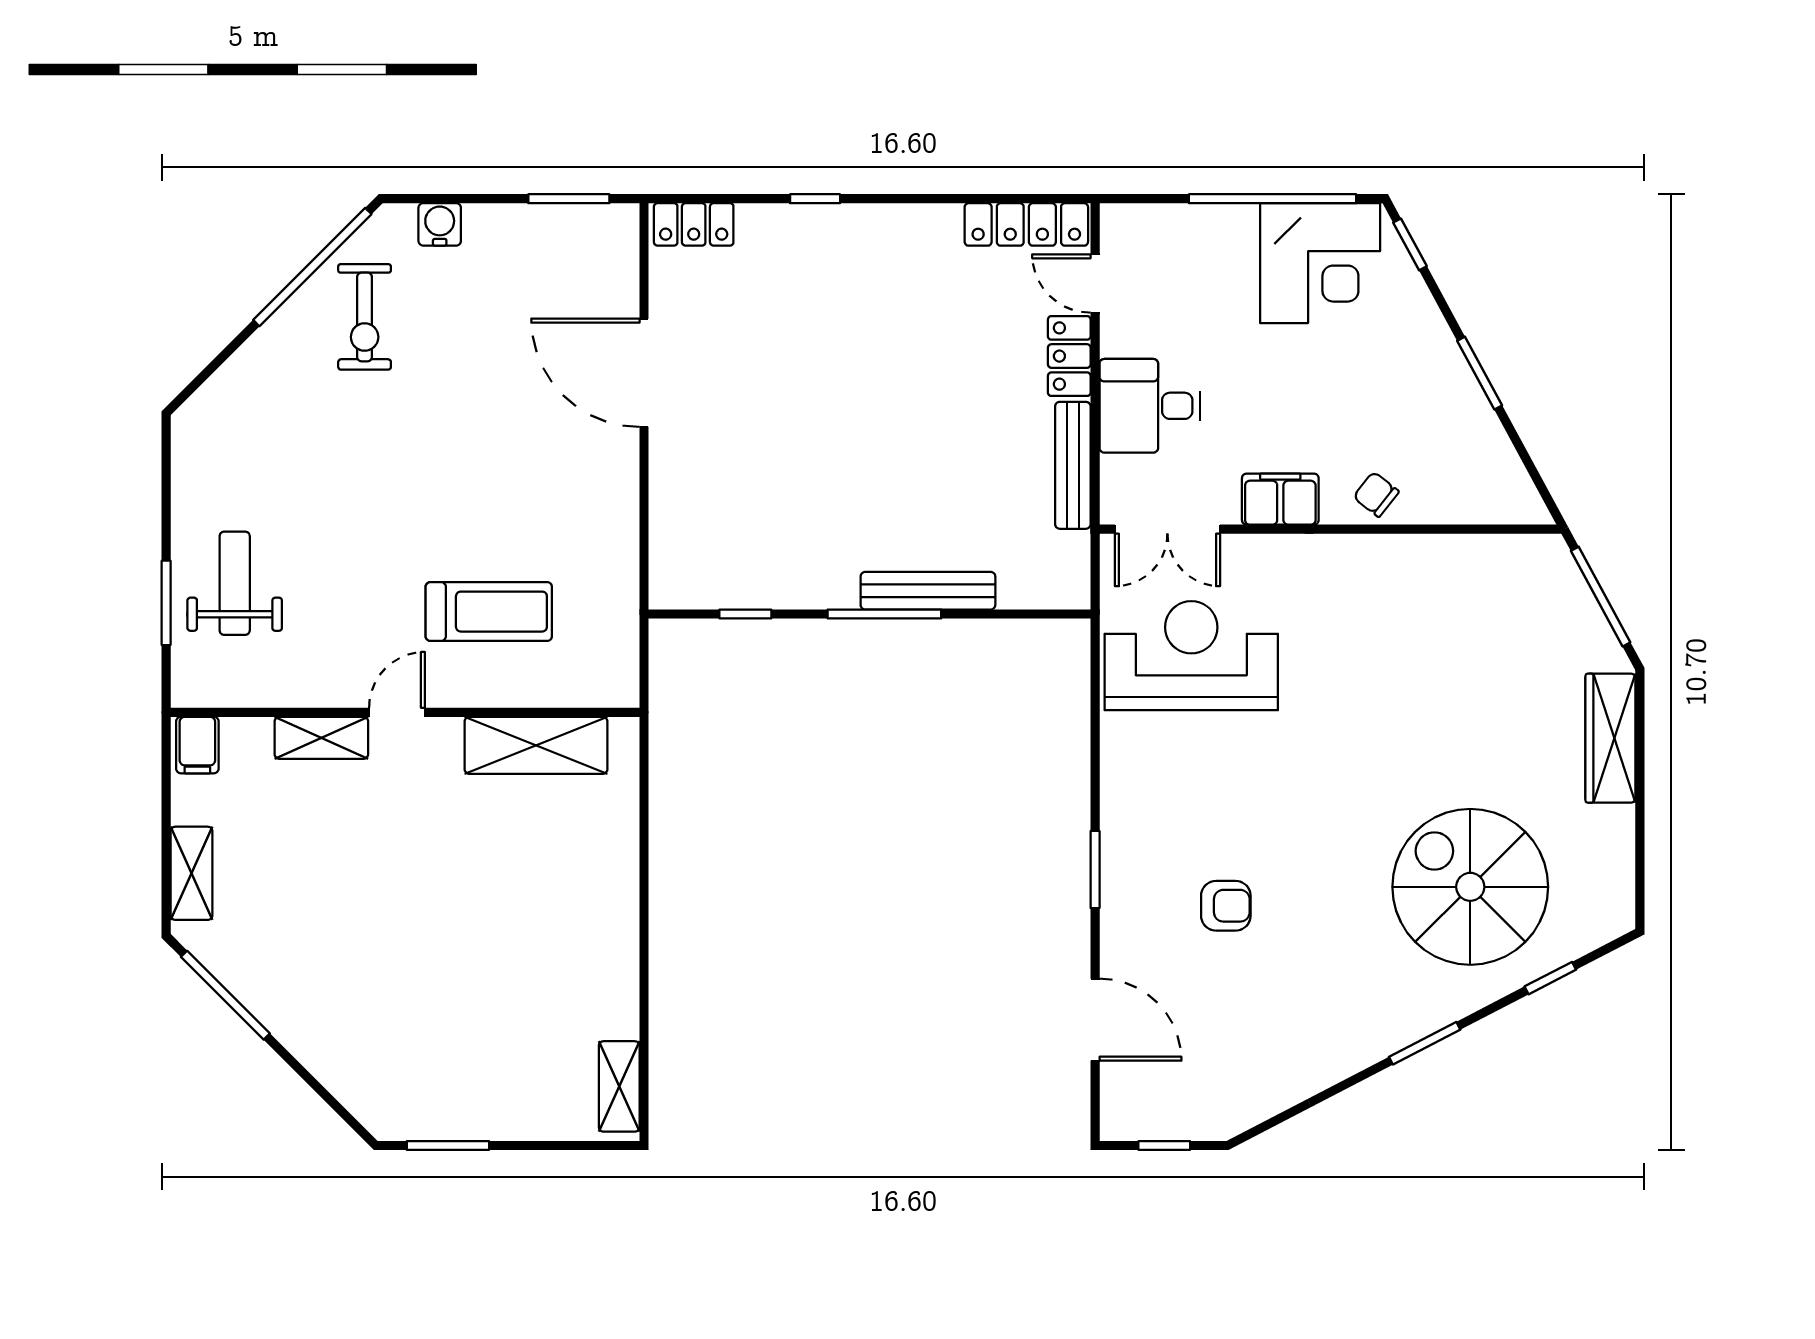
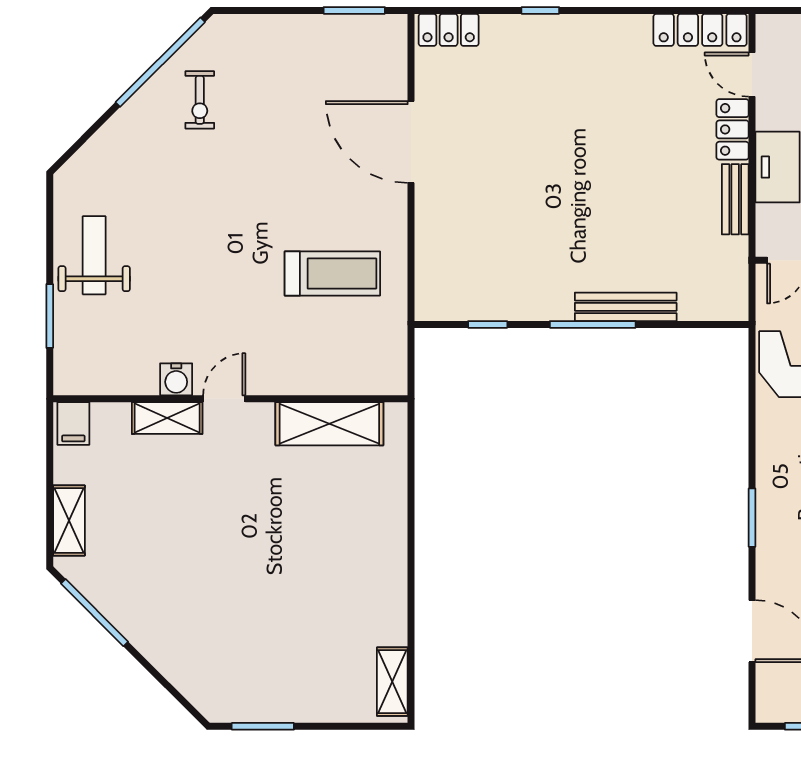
water cooler: (440, 224) -> (176, 379), moved, turned 180
exercise bike: (365, 317) -> (200, 100), width x0.73, depth x0.72
bench: (1073, 465) -> (735, 199), width x0.73
weight bench: (235, 583) -> (94, 255), moved
treadmill: (489, 612) -> (332, 273), moved

